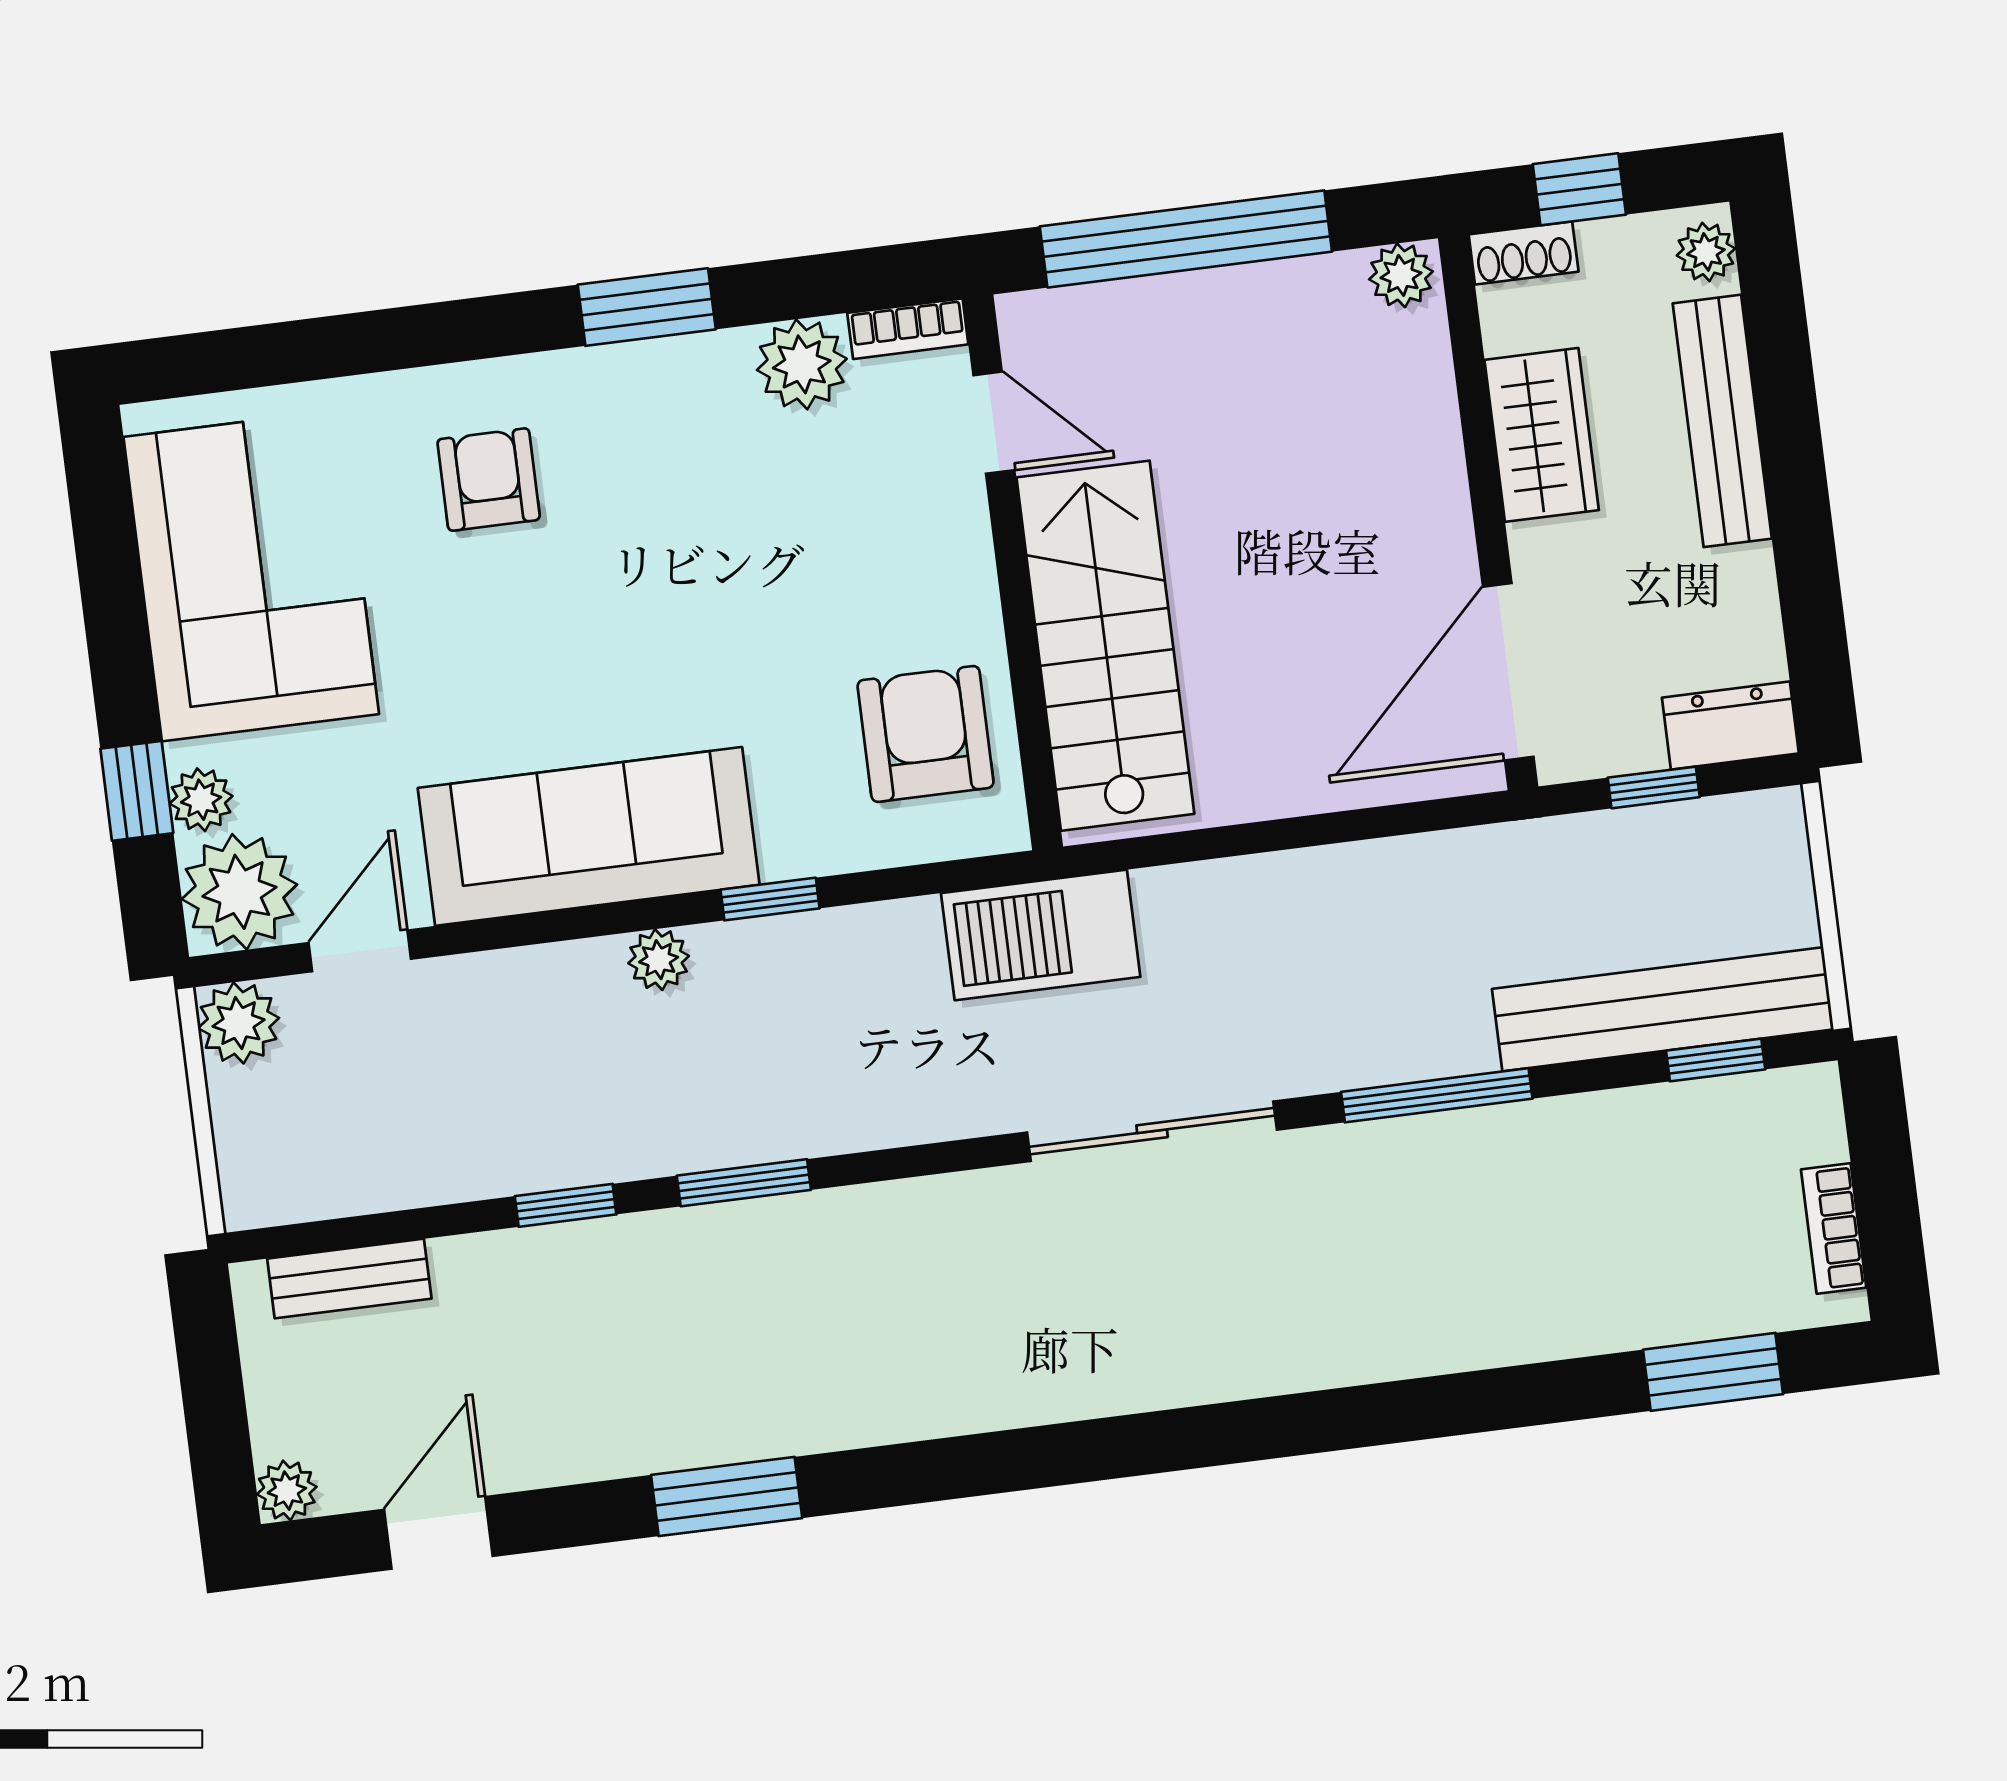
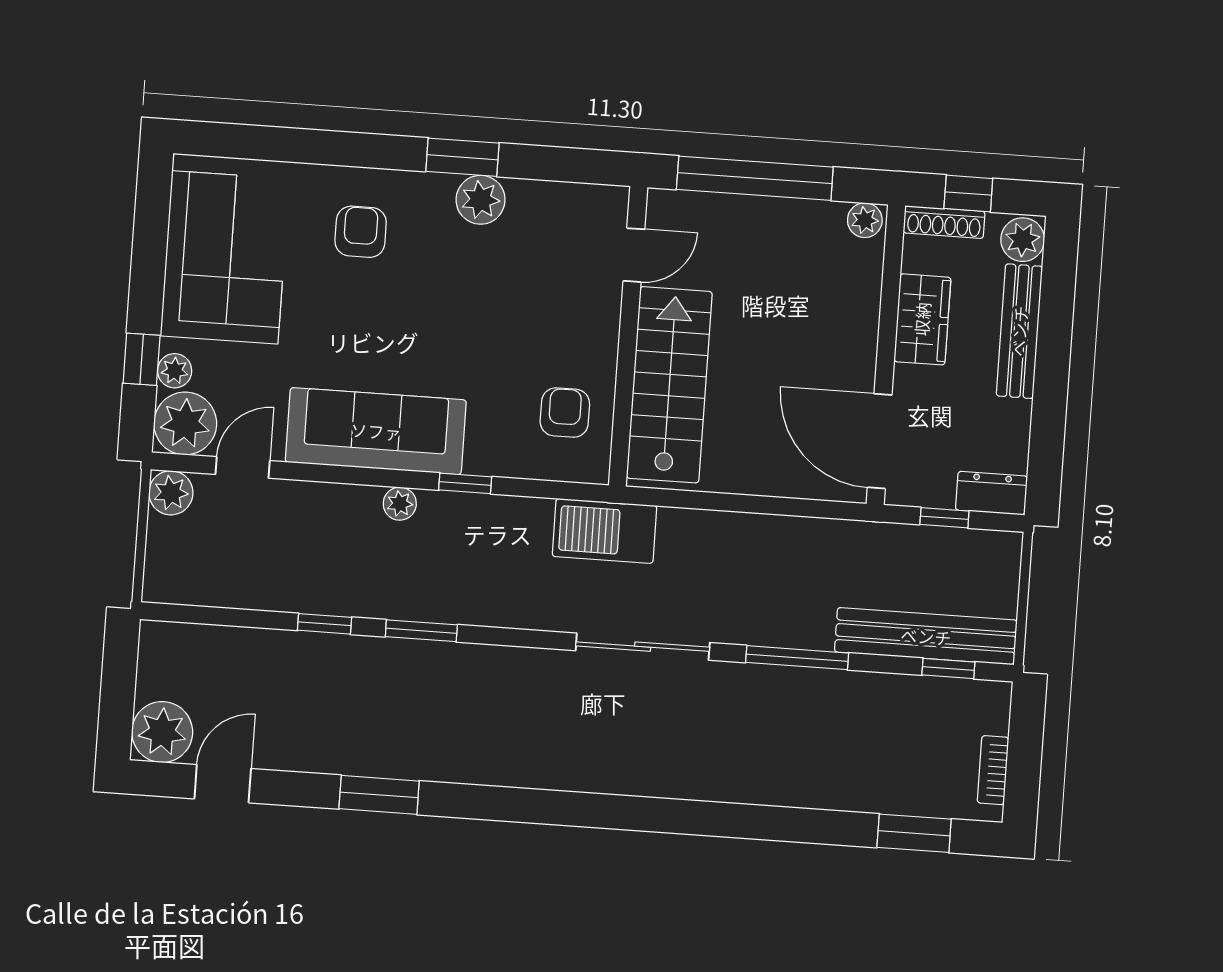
plant: (1706, 252) -> (1023, 240), width x1.38, depth x1.38
shoe rack: (1524, 253) -> (944, 222), width x1.43
bookcase: (908, 329) -> (598, 196), removed
plant: (802, 364) -> (481, 200), moved
door: (994, 423) -> (634, 255), hinge flipped
door: (1508, 672) -> (880, 441), hinge flipped
armchair: (926, 734) -> (565, 413), width x0.72, depth x0.72
bench: (349, 1279) -> (202, 640), removed
plant: (287, 1491) -> (162, 732), width x1.87, depth x1.87

